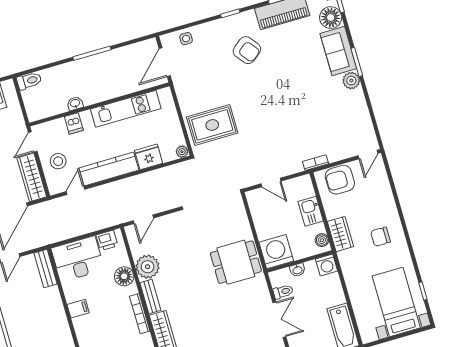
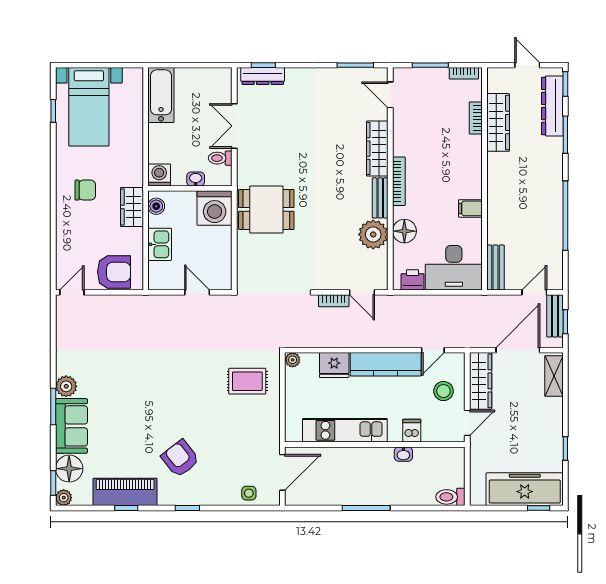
rug: (212, 125) -> (247, 381), width x0.73, depth x0.70
bookcase: (315, 163) -> (334, 301), moved
door: (143, 219) -> (362, 292), swing flipped

